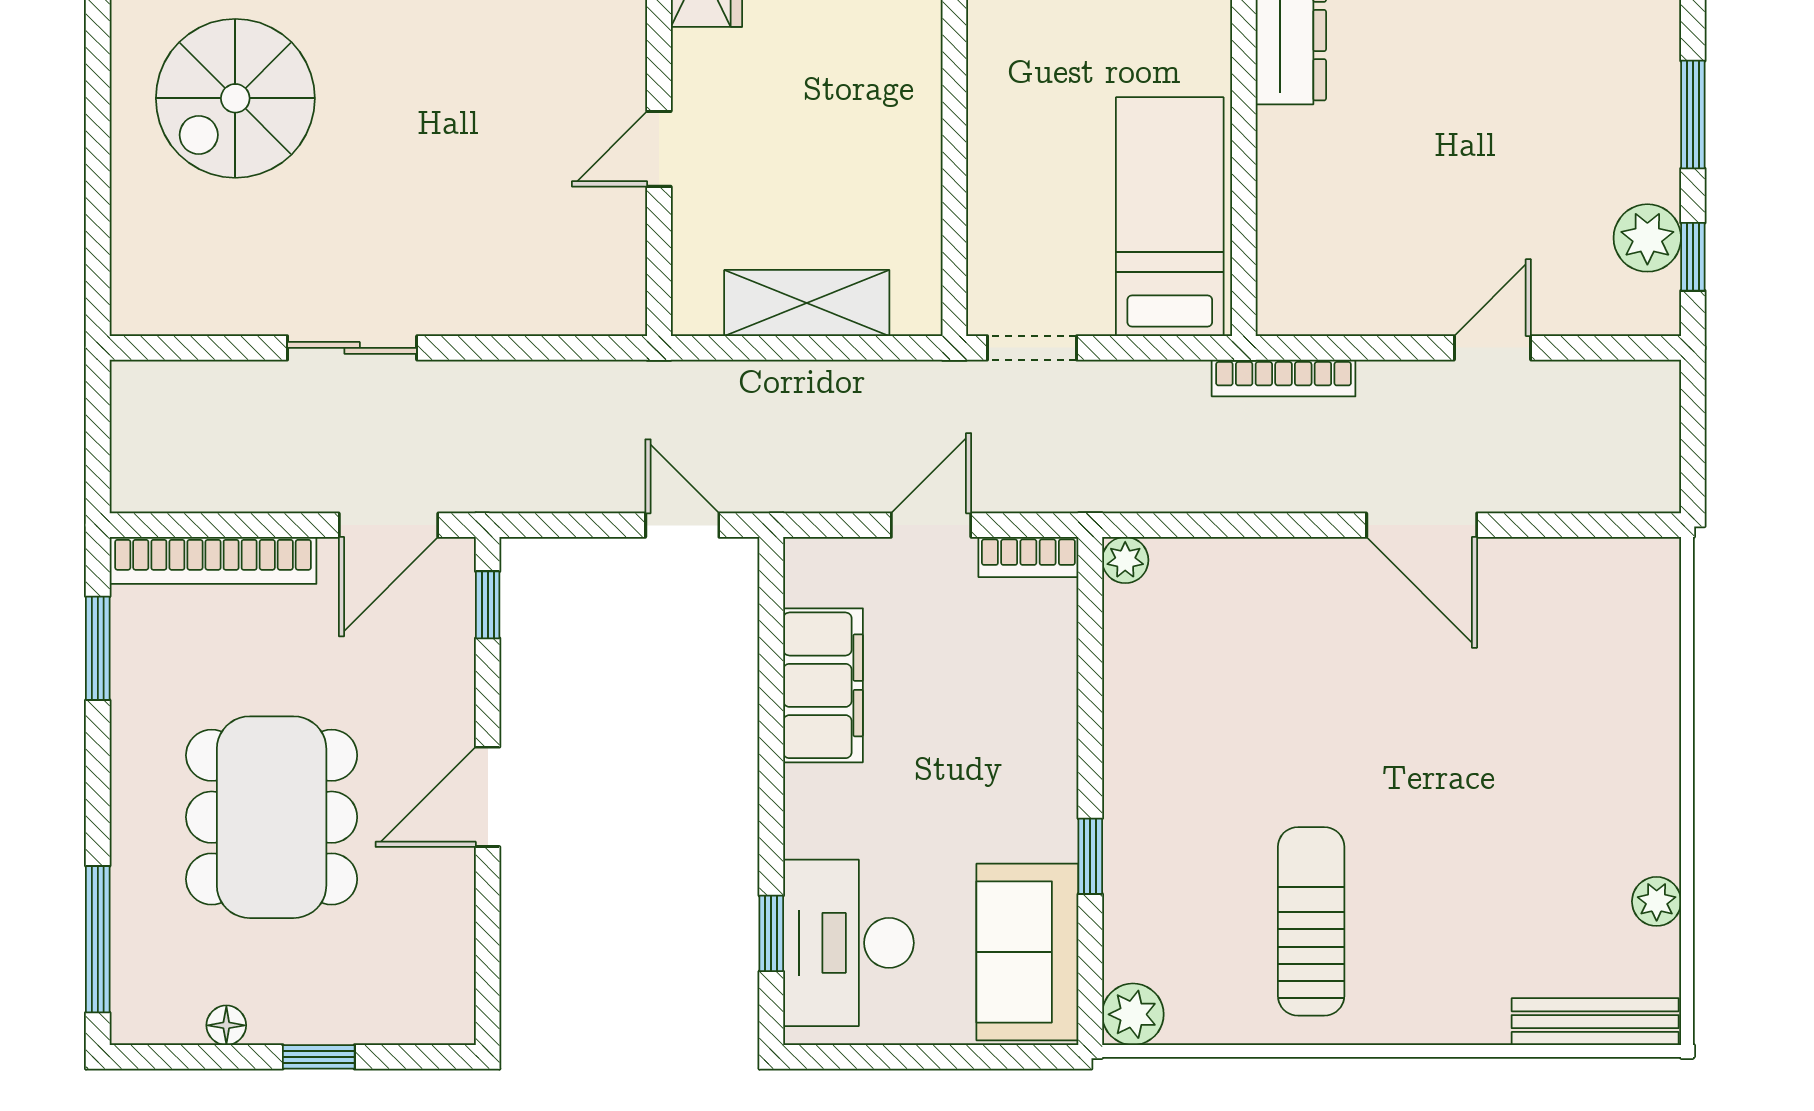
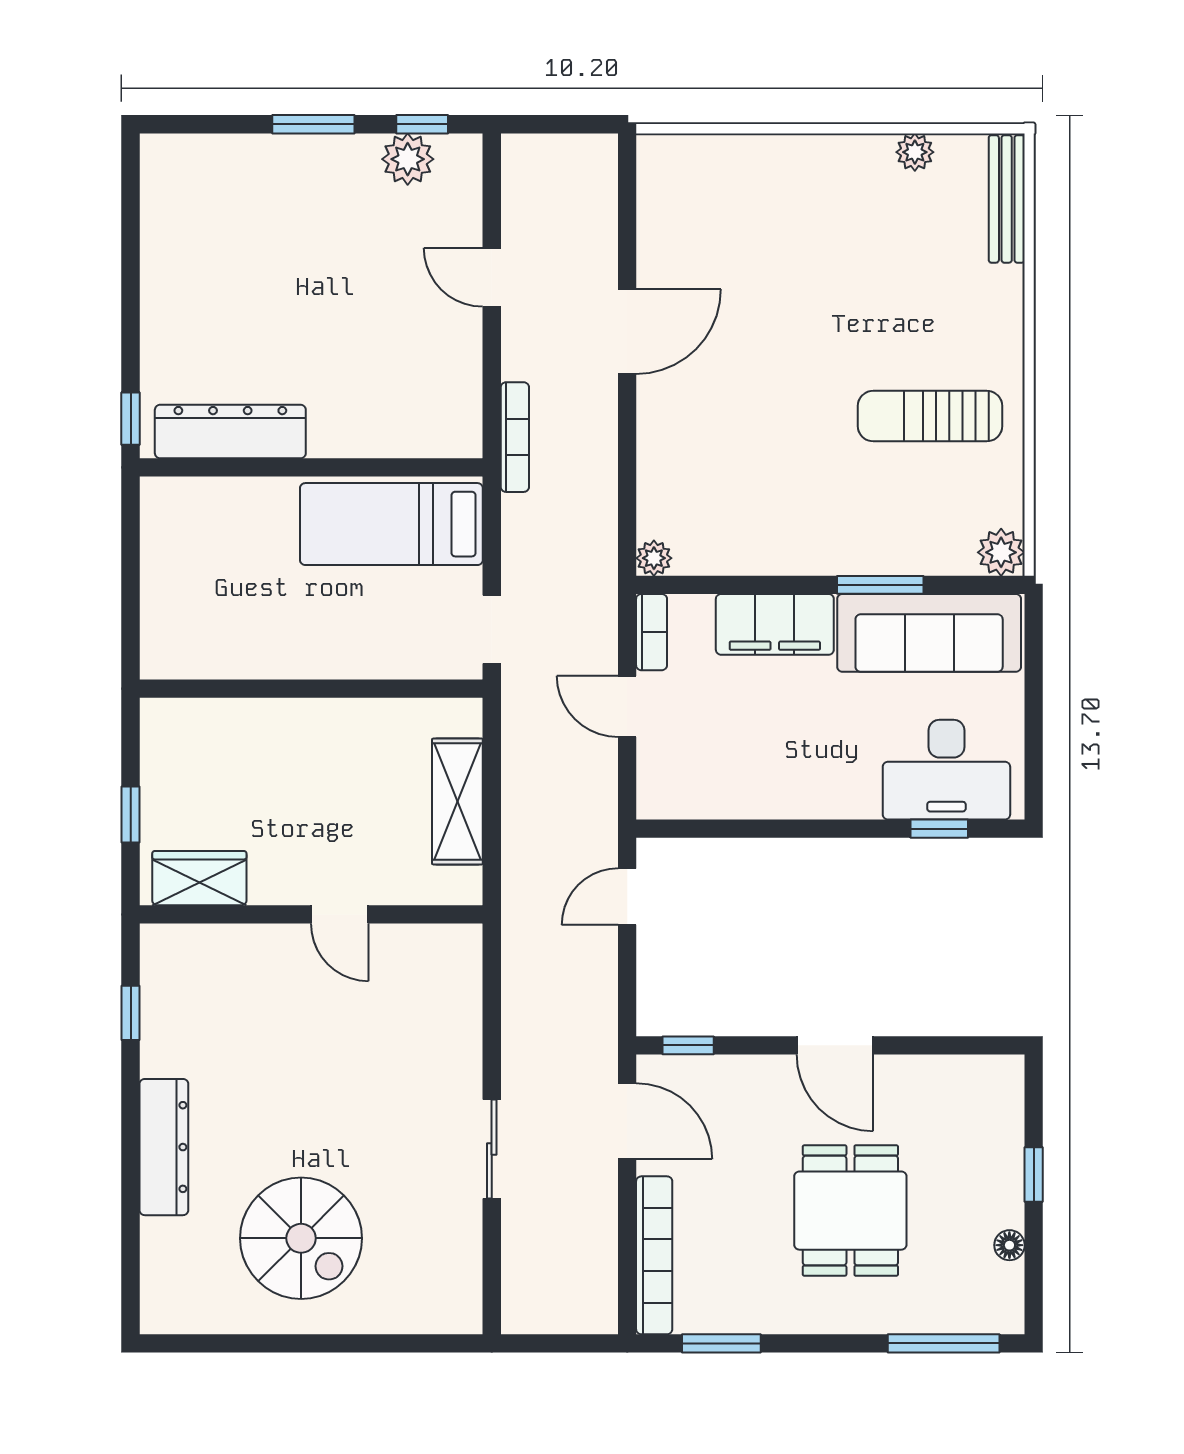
filing cabinet: (823, 685) -> (775, 624), moved, turned 180
dining table: (272, 817) -> (850, 1211), width x0.73
window: (1090, 856) -> (880, 585), width x1.50
sofa: (1027, 952) -> (929, 633), width x1.36

